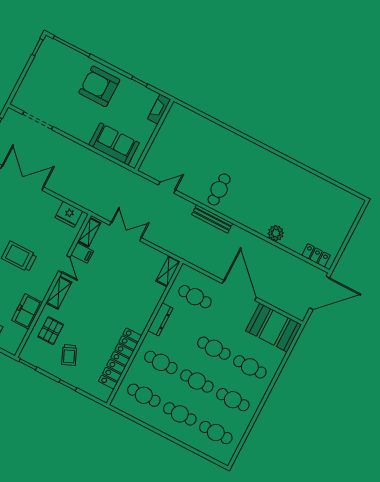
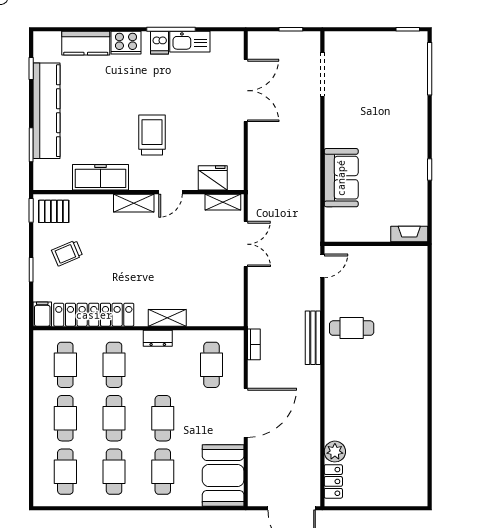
armchair: (99, 86) -> (400, 125), removed
fireplace: (159, 109) -> (409, 234), moved
wall: (154, 135) -> (376, 244), moved
door: (167, 187) -> (322, 266), hinge flipped
fridge: (69, 214) -> (213, 178), moved, turned 90
plant: (276, 233) -> (335, 452), moved
filing cabinet: (82, 253) -> (42, 314), moved, turned 180
bookcase: (196, 261) -> (254, 344), added
shelving: (168, 271) -> (167, 318), moved
freezer: (27, 311) -> (100, 177), width x1.40
dresser: (160, 319) -> (158, 338), width x0.70
pallet: (51, 331) -> (54, 211), moved

